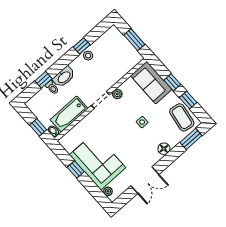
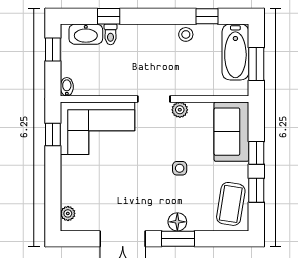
window: (82, 46) -> (207, 16), moved
washbasin: (64, 77) -> (86, 34), moved
bathtub: (69, 114) -> (235, 52), moved, turned -90
window: (38, 127) -> (53, 49), moved
window: (191, 139) -> (178, 239), moved
corner sofa: (98, 161) -> (98, 128), moved, turned 90
window: (76, 169) -> (53, 135), moved

